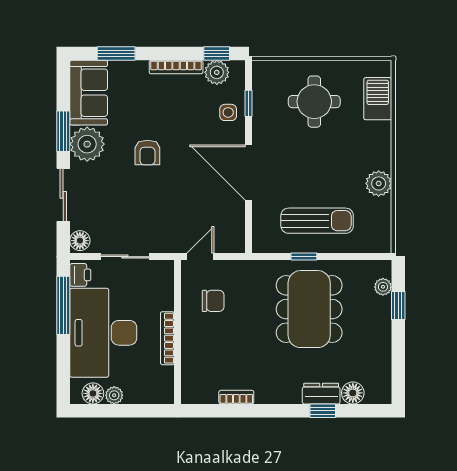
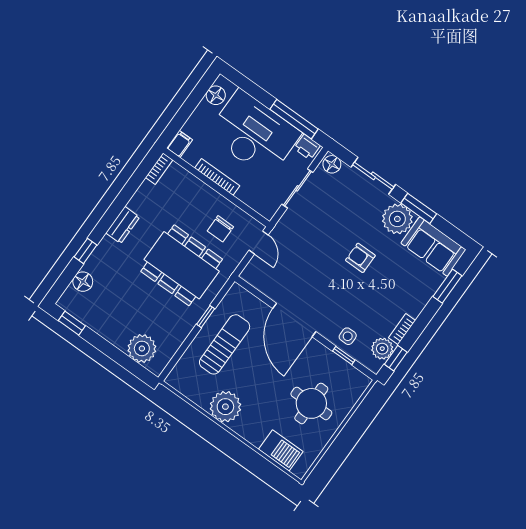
bookcase: (176, 67) -> (402, 329), width x0.64
door: (248, 172) -> (294, 320), swing flipped
plant: (379, 183) -> (225, 407), width x1.36, depth x1.36
sun lounger: (317, 221) -> (225, 344), turned 180
plant: (383, 287) -> (142, 348), width x1.88, depth x1.88
window: (398, 305) -> (72, 323), moved
dining table: (309, 309) -> (182, 265), moved
dresser: (321, 394) -> (123, 225), moved
plant: (114, 395) -> (204, 110), removed
filing cabinet: (162, 395) -> (180, 144), added
bookcase: (236, 397) -> (159, 169), moved

